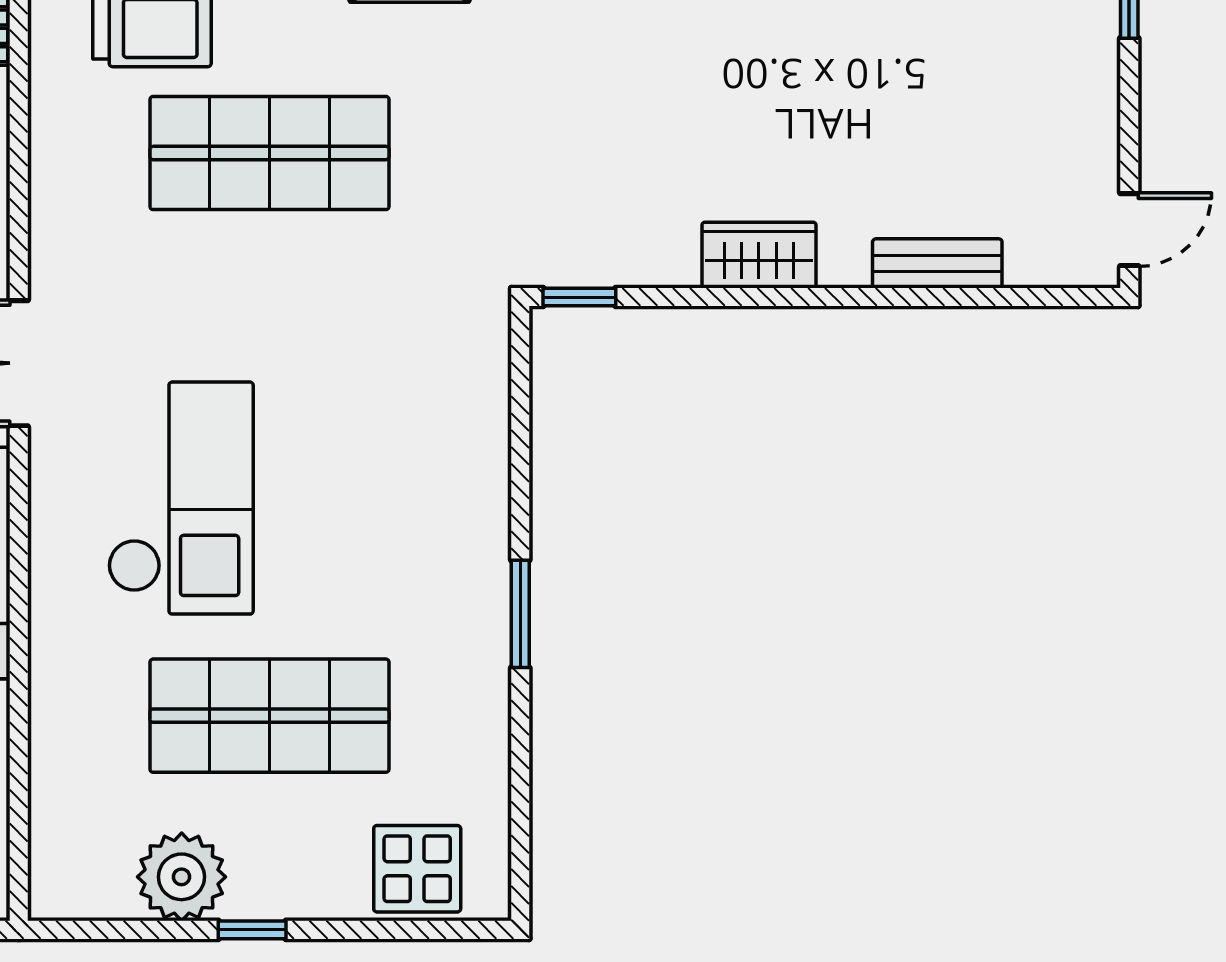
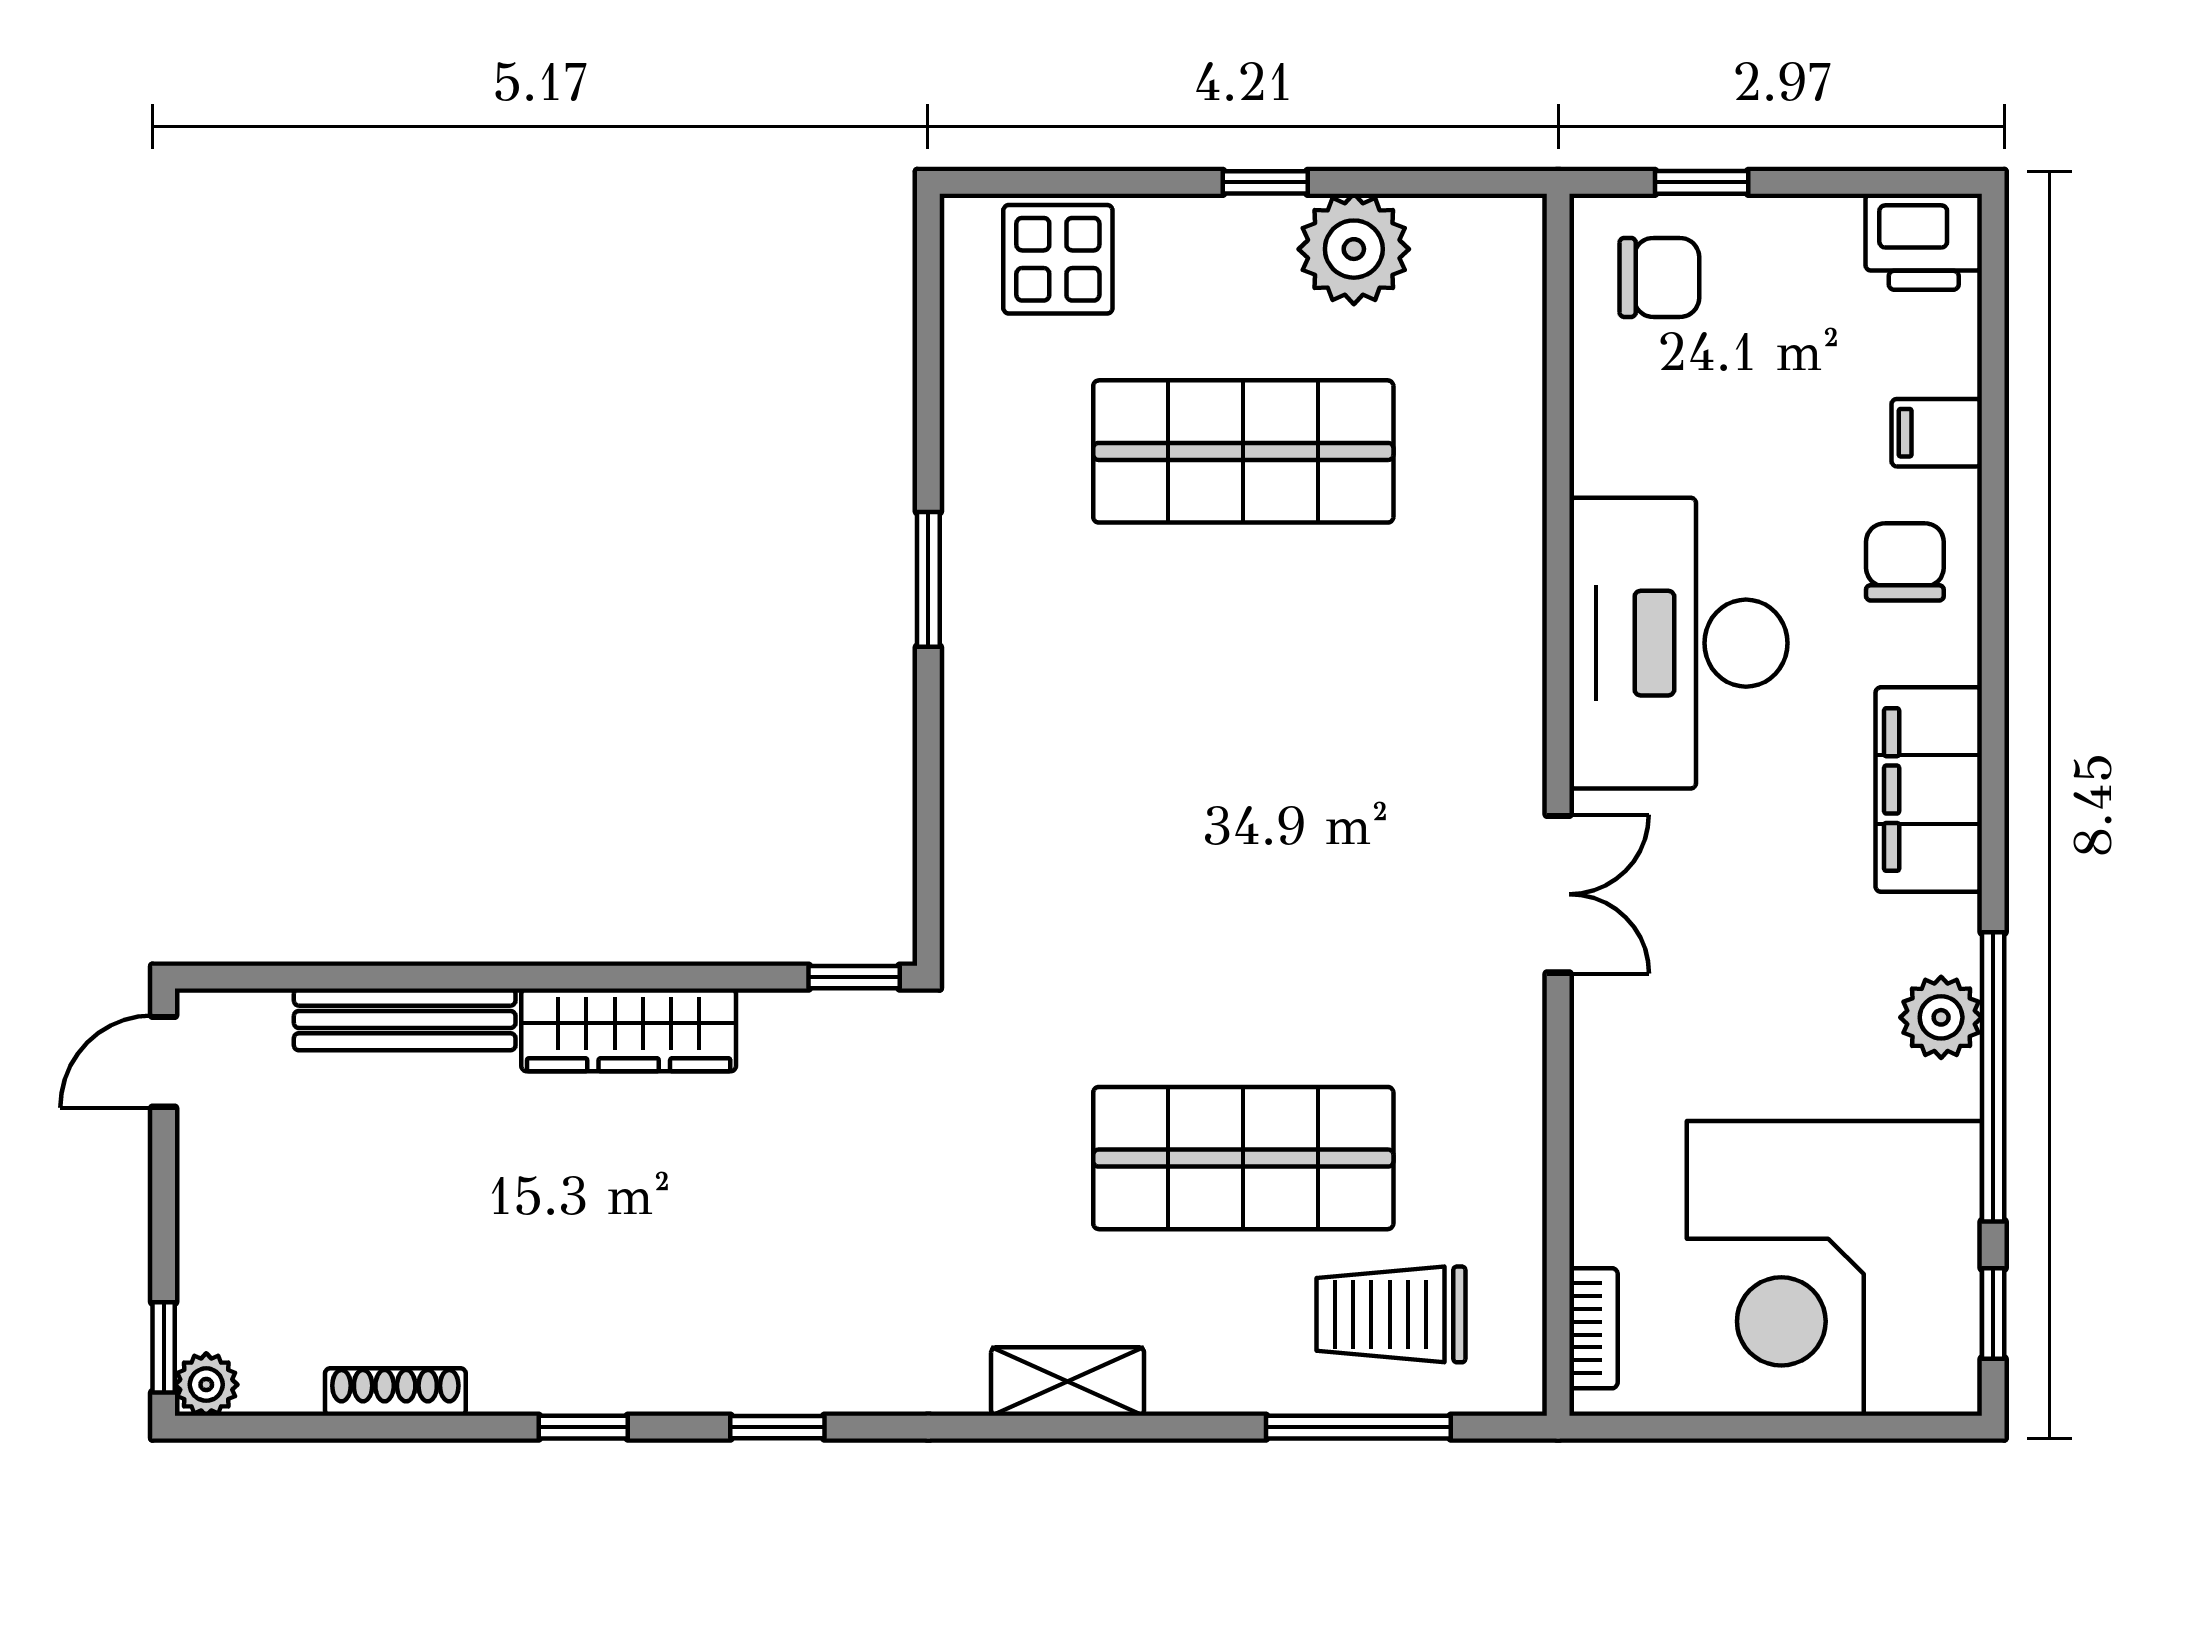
wardrobe: (759, 255) -> (629, 1030), width x1.50
bench: (937, 263) -> (405, 1019), width x1.36
checkout: (181, 498) -> (1355, 725), removed

